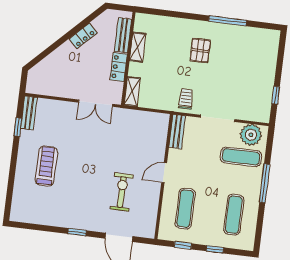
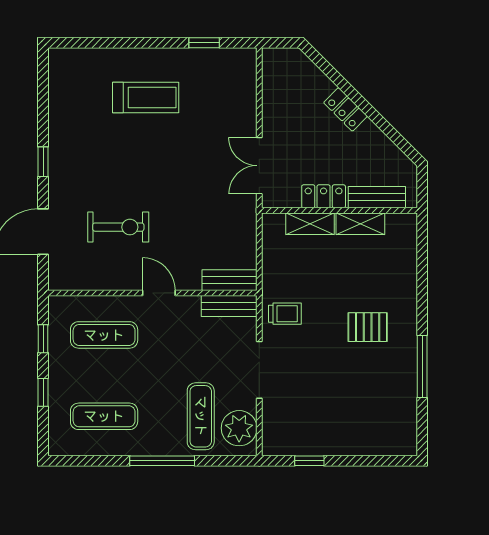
locker: (83, 36) -> (346, 109), moved
shelving: (132, 92) -> (310, 224), moved
bench: (29, 113) -> (229, 280), moved

